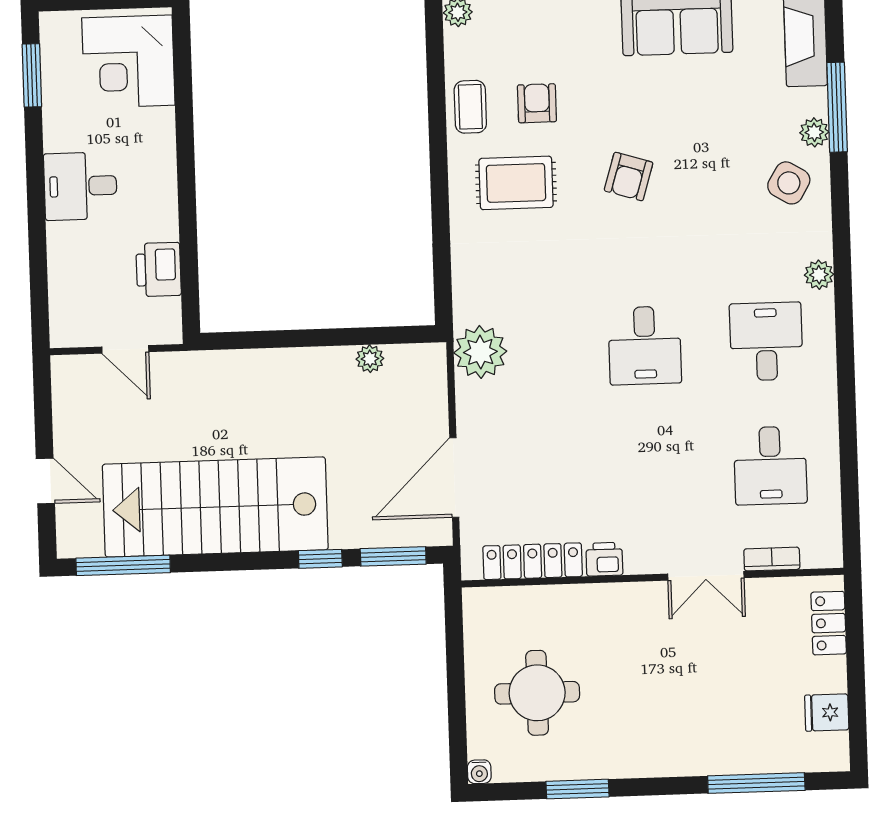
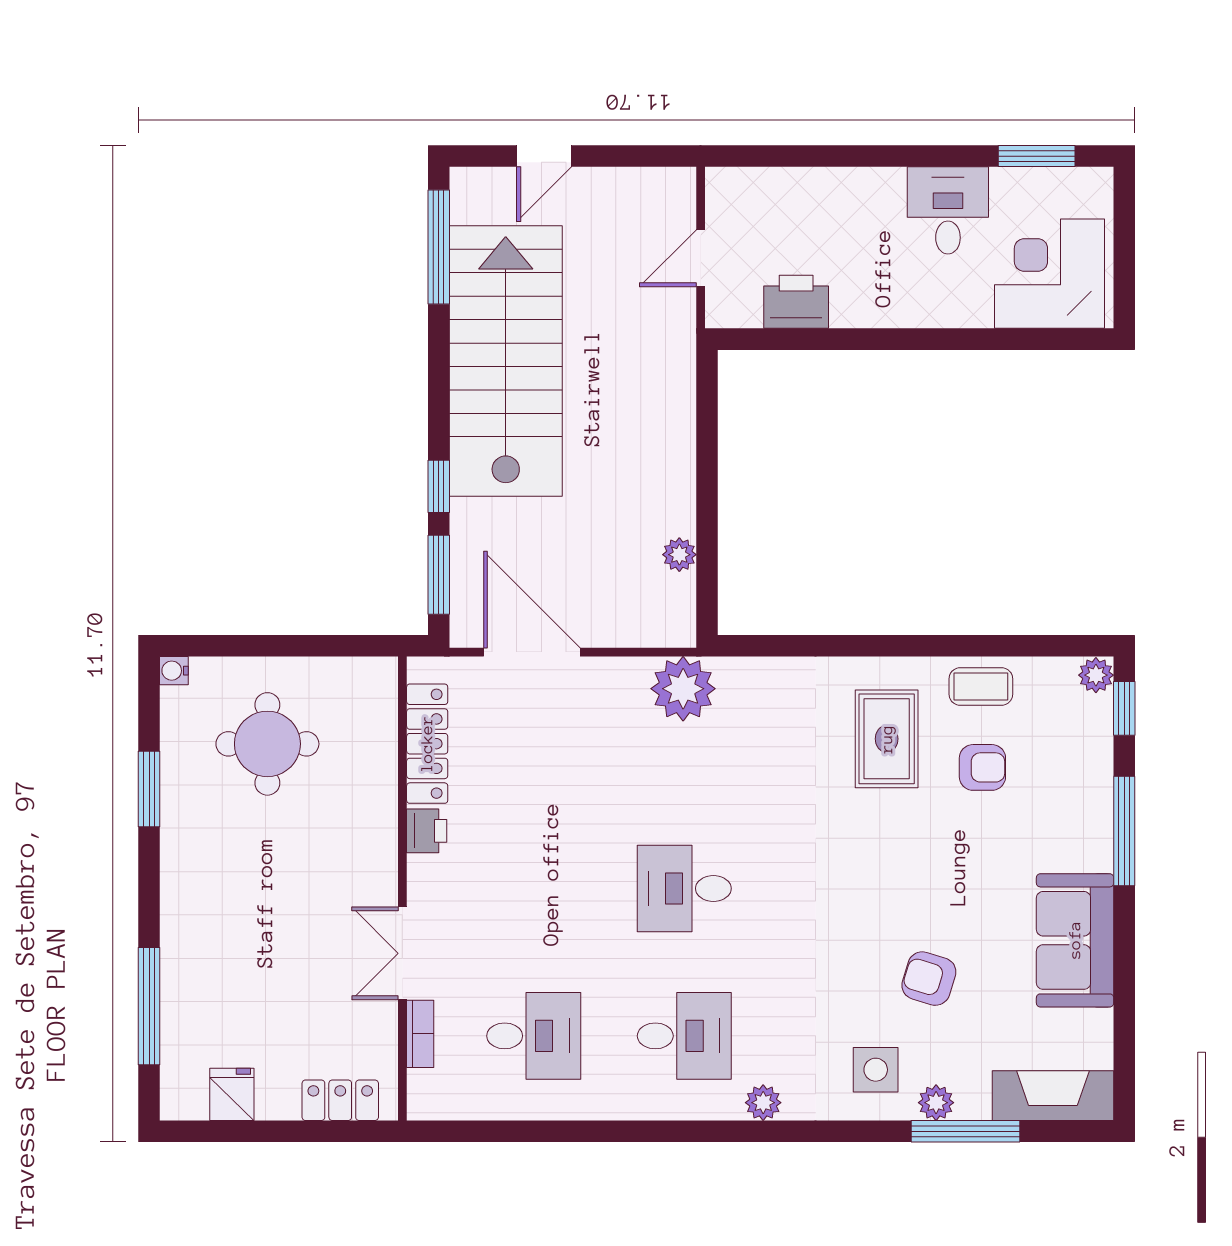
armchair: (629, 177) -> (929, 979), moved
side table: (789, 183) -> (876, 1070), turned -31
desk: (80, 186) -> (948, 210), moved
desk: (770, 466) -> (534, 1036), turned 180

